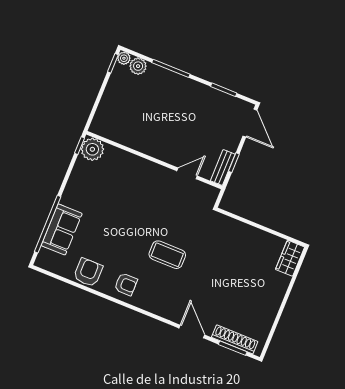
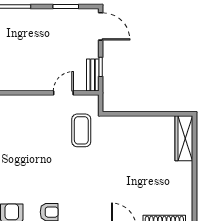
coffee table: (167, 255) -> (81, 130), moved, turned 90
wardrobe: (290, 258) -> (184, 138), width x1.50

